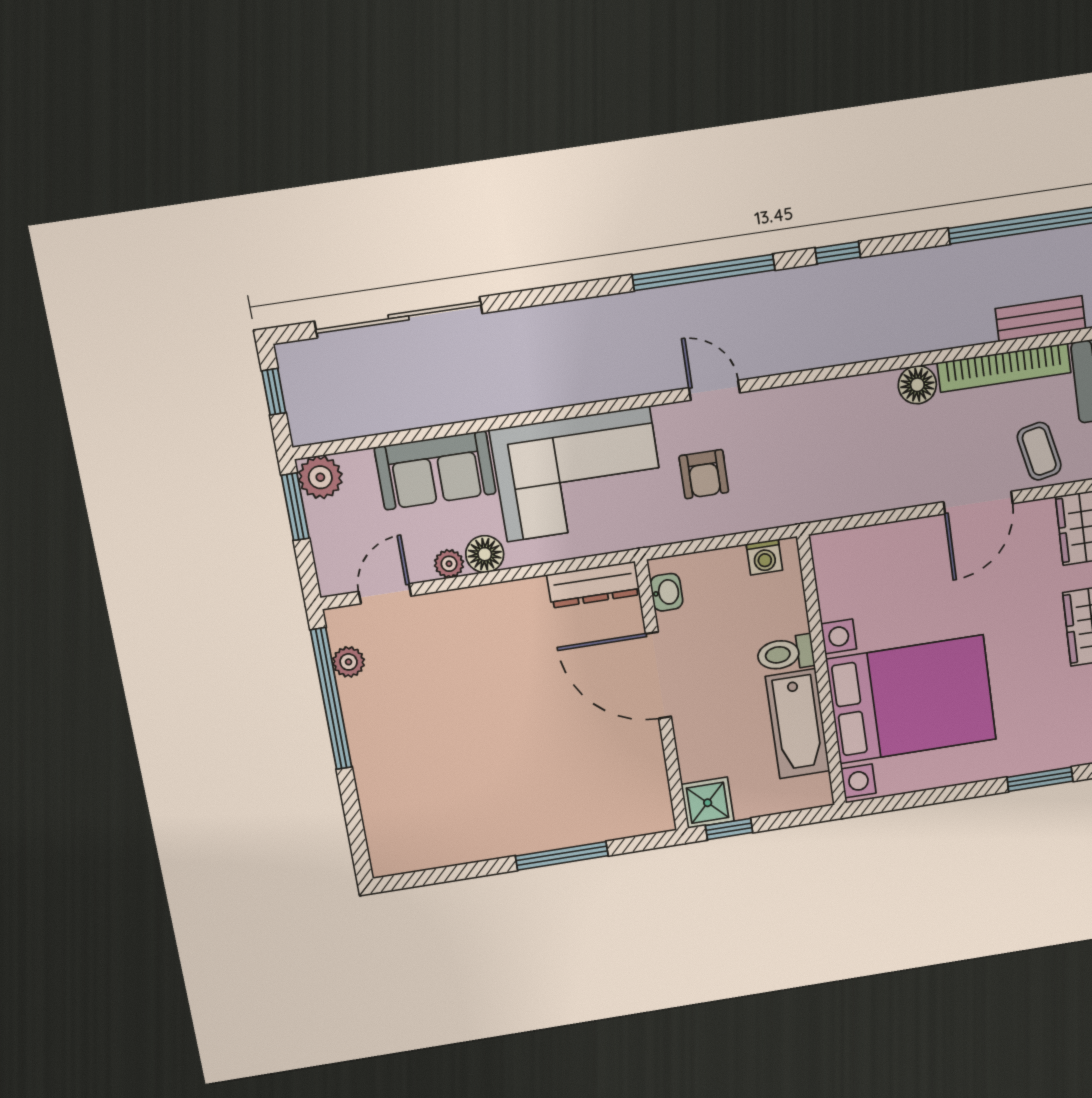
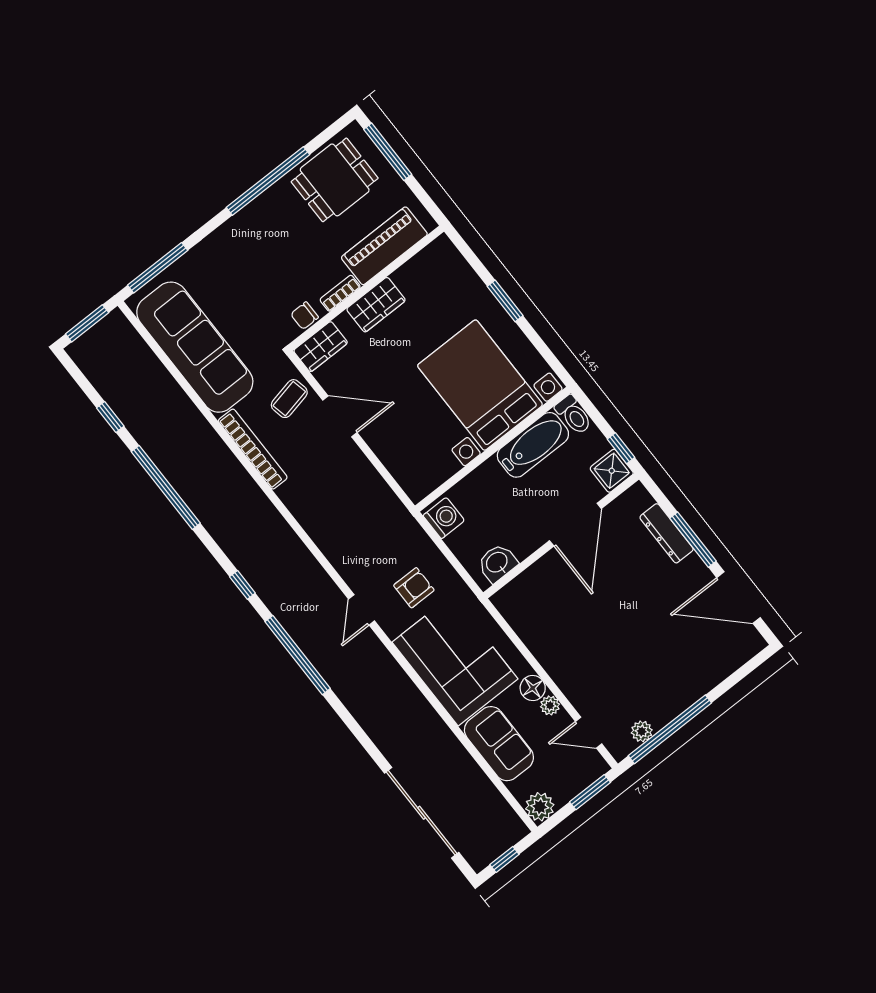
bench: (1040, 319) -> (213, 445), removed
floor lamp: (917, 385) -> (291, 494), removed
window: (295, 507) -> (590, 792), moved
washing machine: (764, 557) -> (444, 518), width x1.38, depth x1.38
dresser: (593, 585) -> (667, 533), moved, turned 180
washbasin: (666, 592) -> (497, 563), width x1.38, depth x1.45
toilet: (786, 654) -> (574, 415), moved
door: (658, 675) -> (575, 525), moved
window: (1040, 779) -> (505, 301), moved
door: (455, 873) -> (739, 598), added

